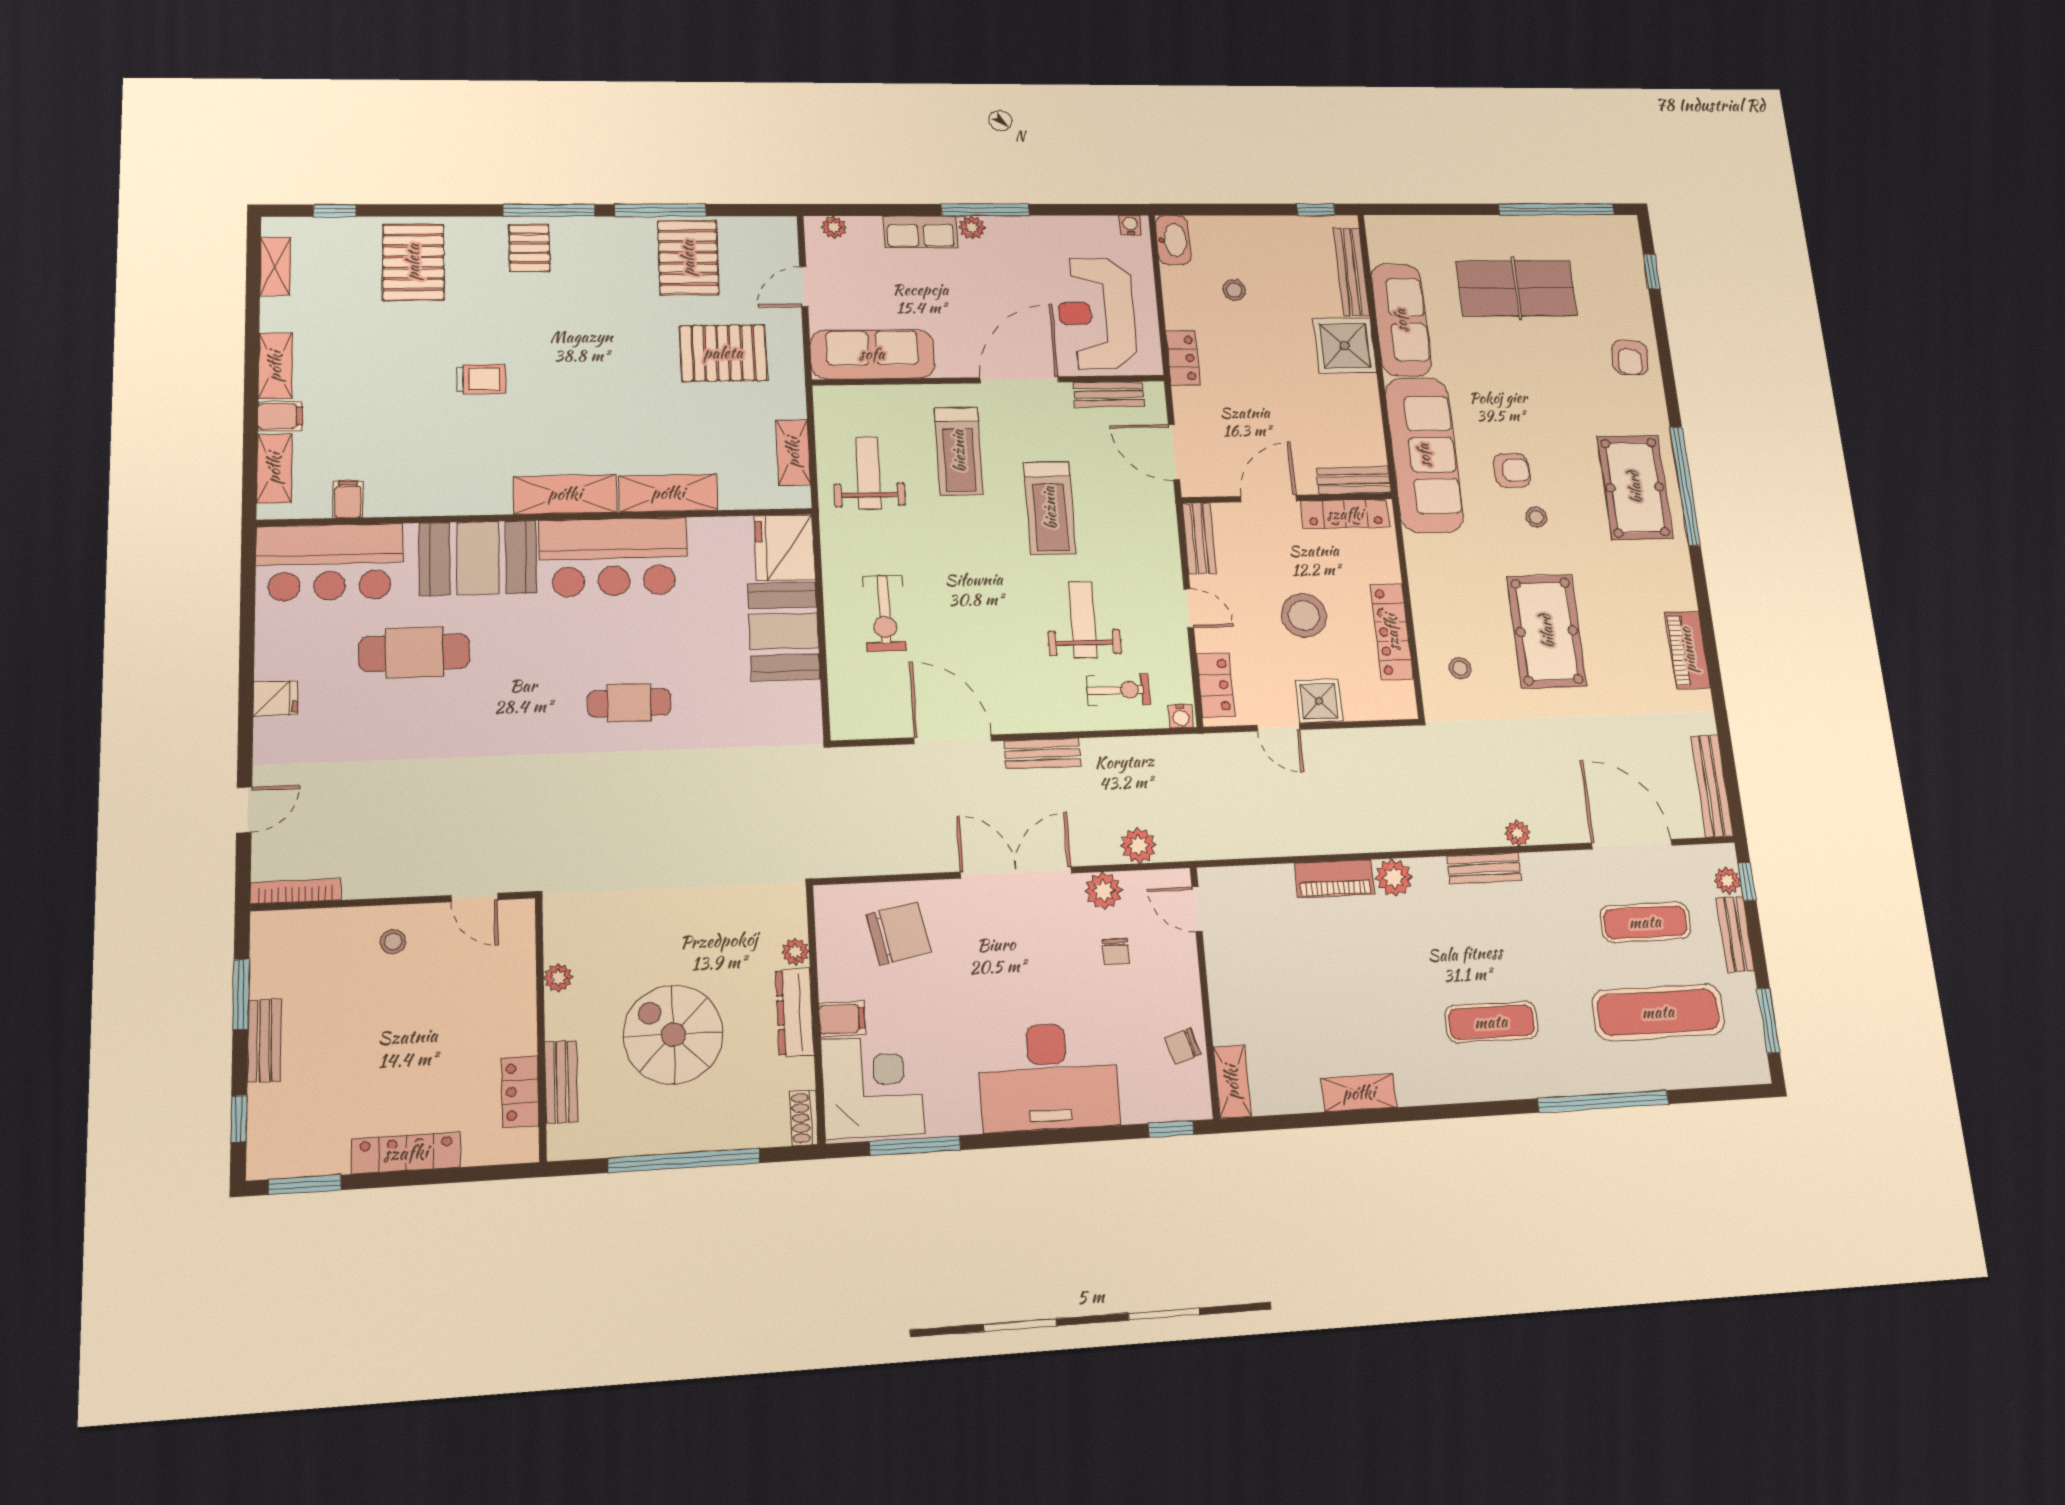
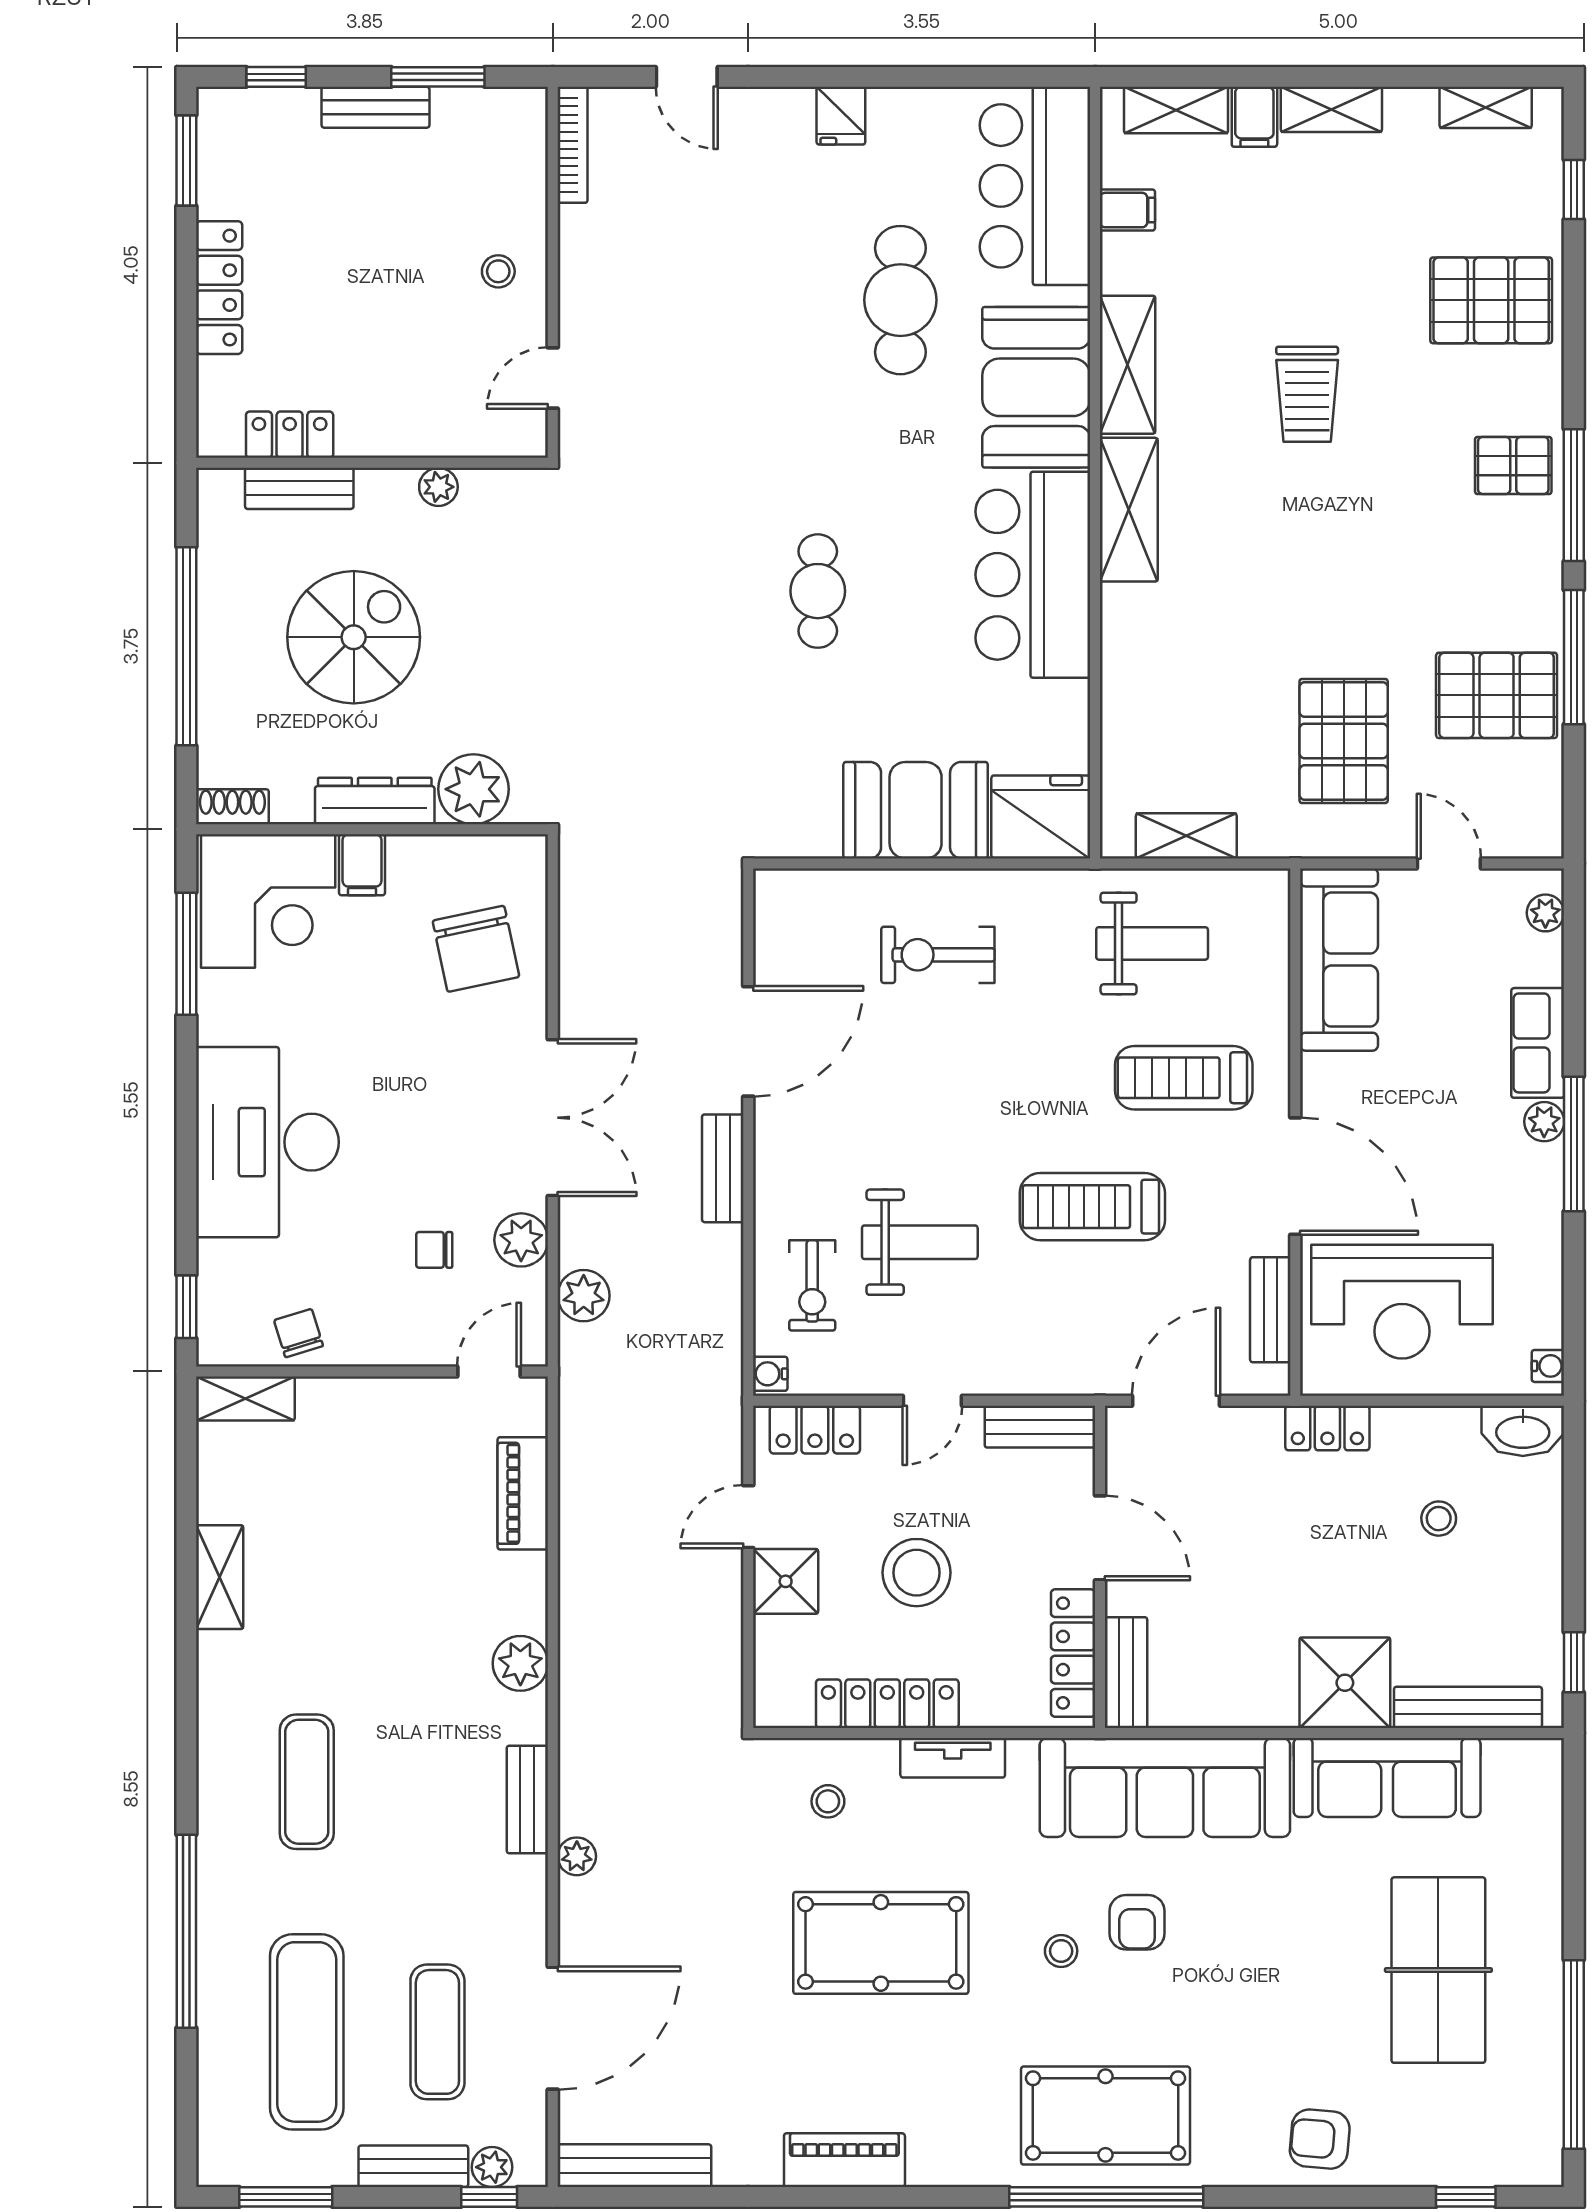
reception desk: (1096, 313) -> (1402, 1302), turned 180
trolley: (481, 379) -> (1307, 394), width x1.36, depth x1.39
shelving: (668, 493) -> (1128, 365), moved
tv unit: (1422, 589) -> (953, 1758), added
piano: (1334, 879) -> (523, 1493), moved
plant: (795, 952) -> (473, 789), width x1.88, depth x1.88

